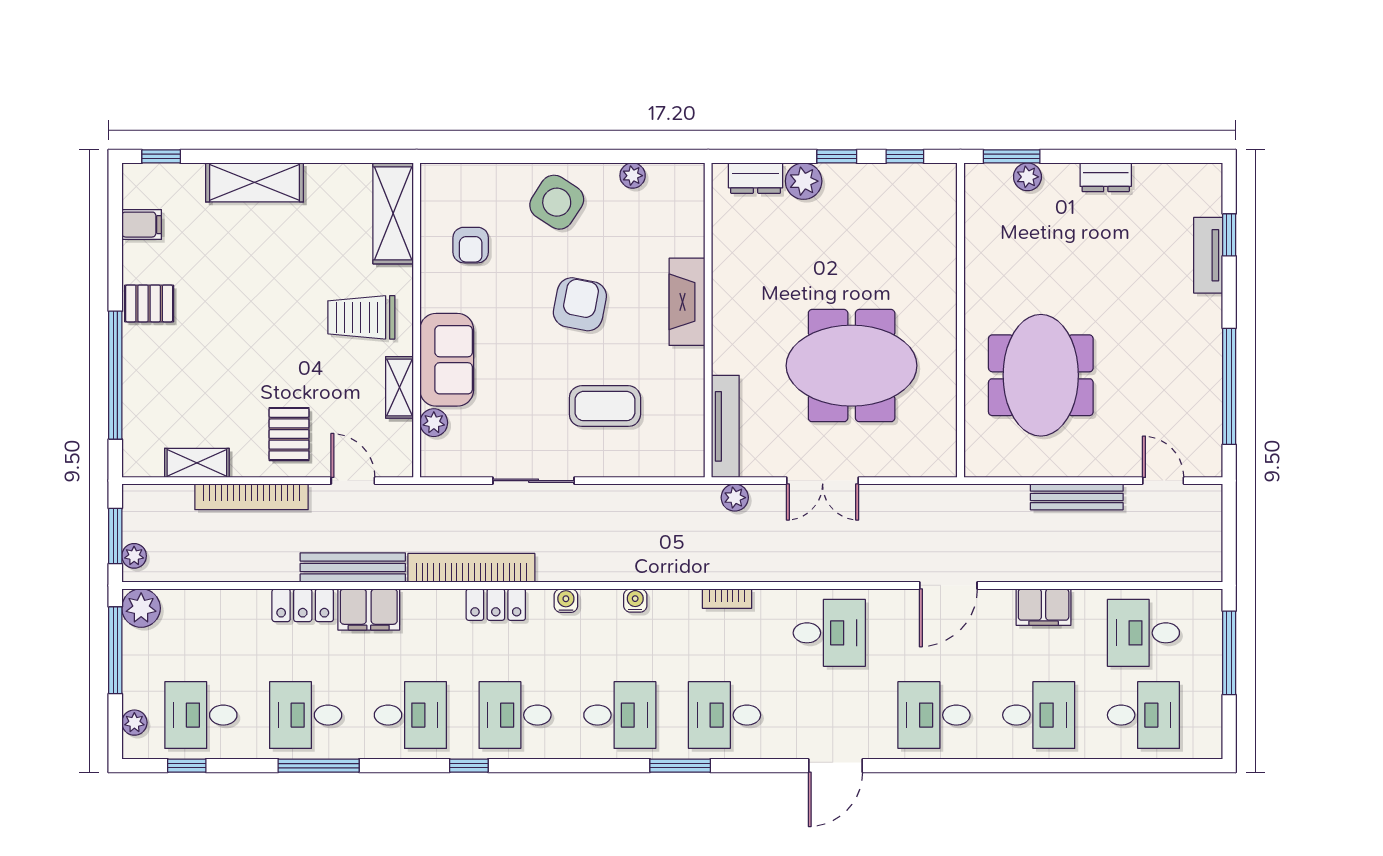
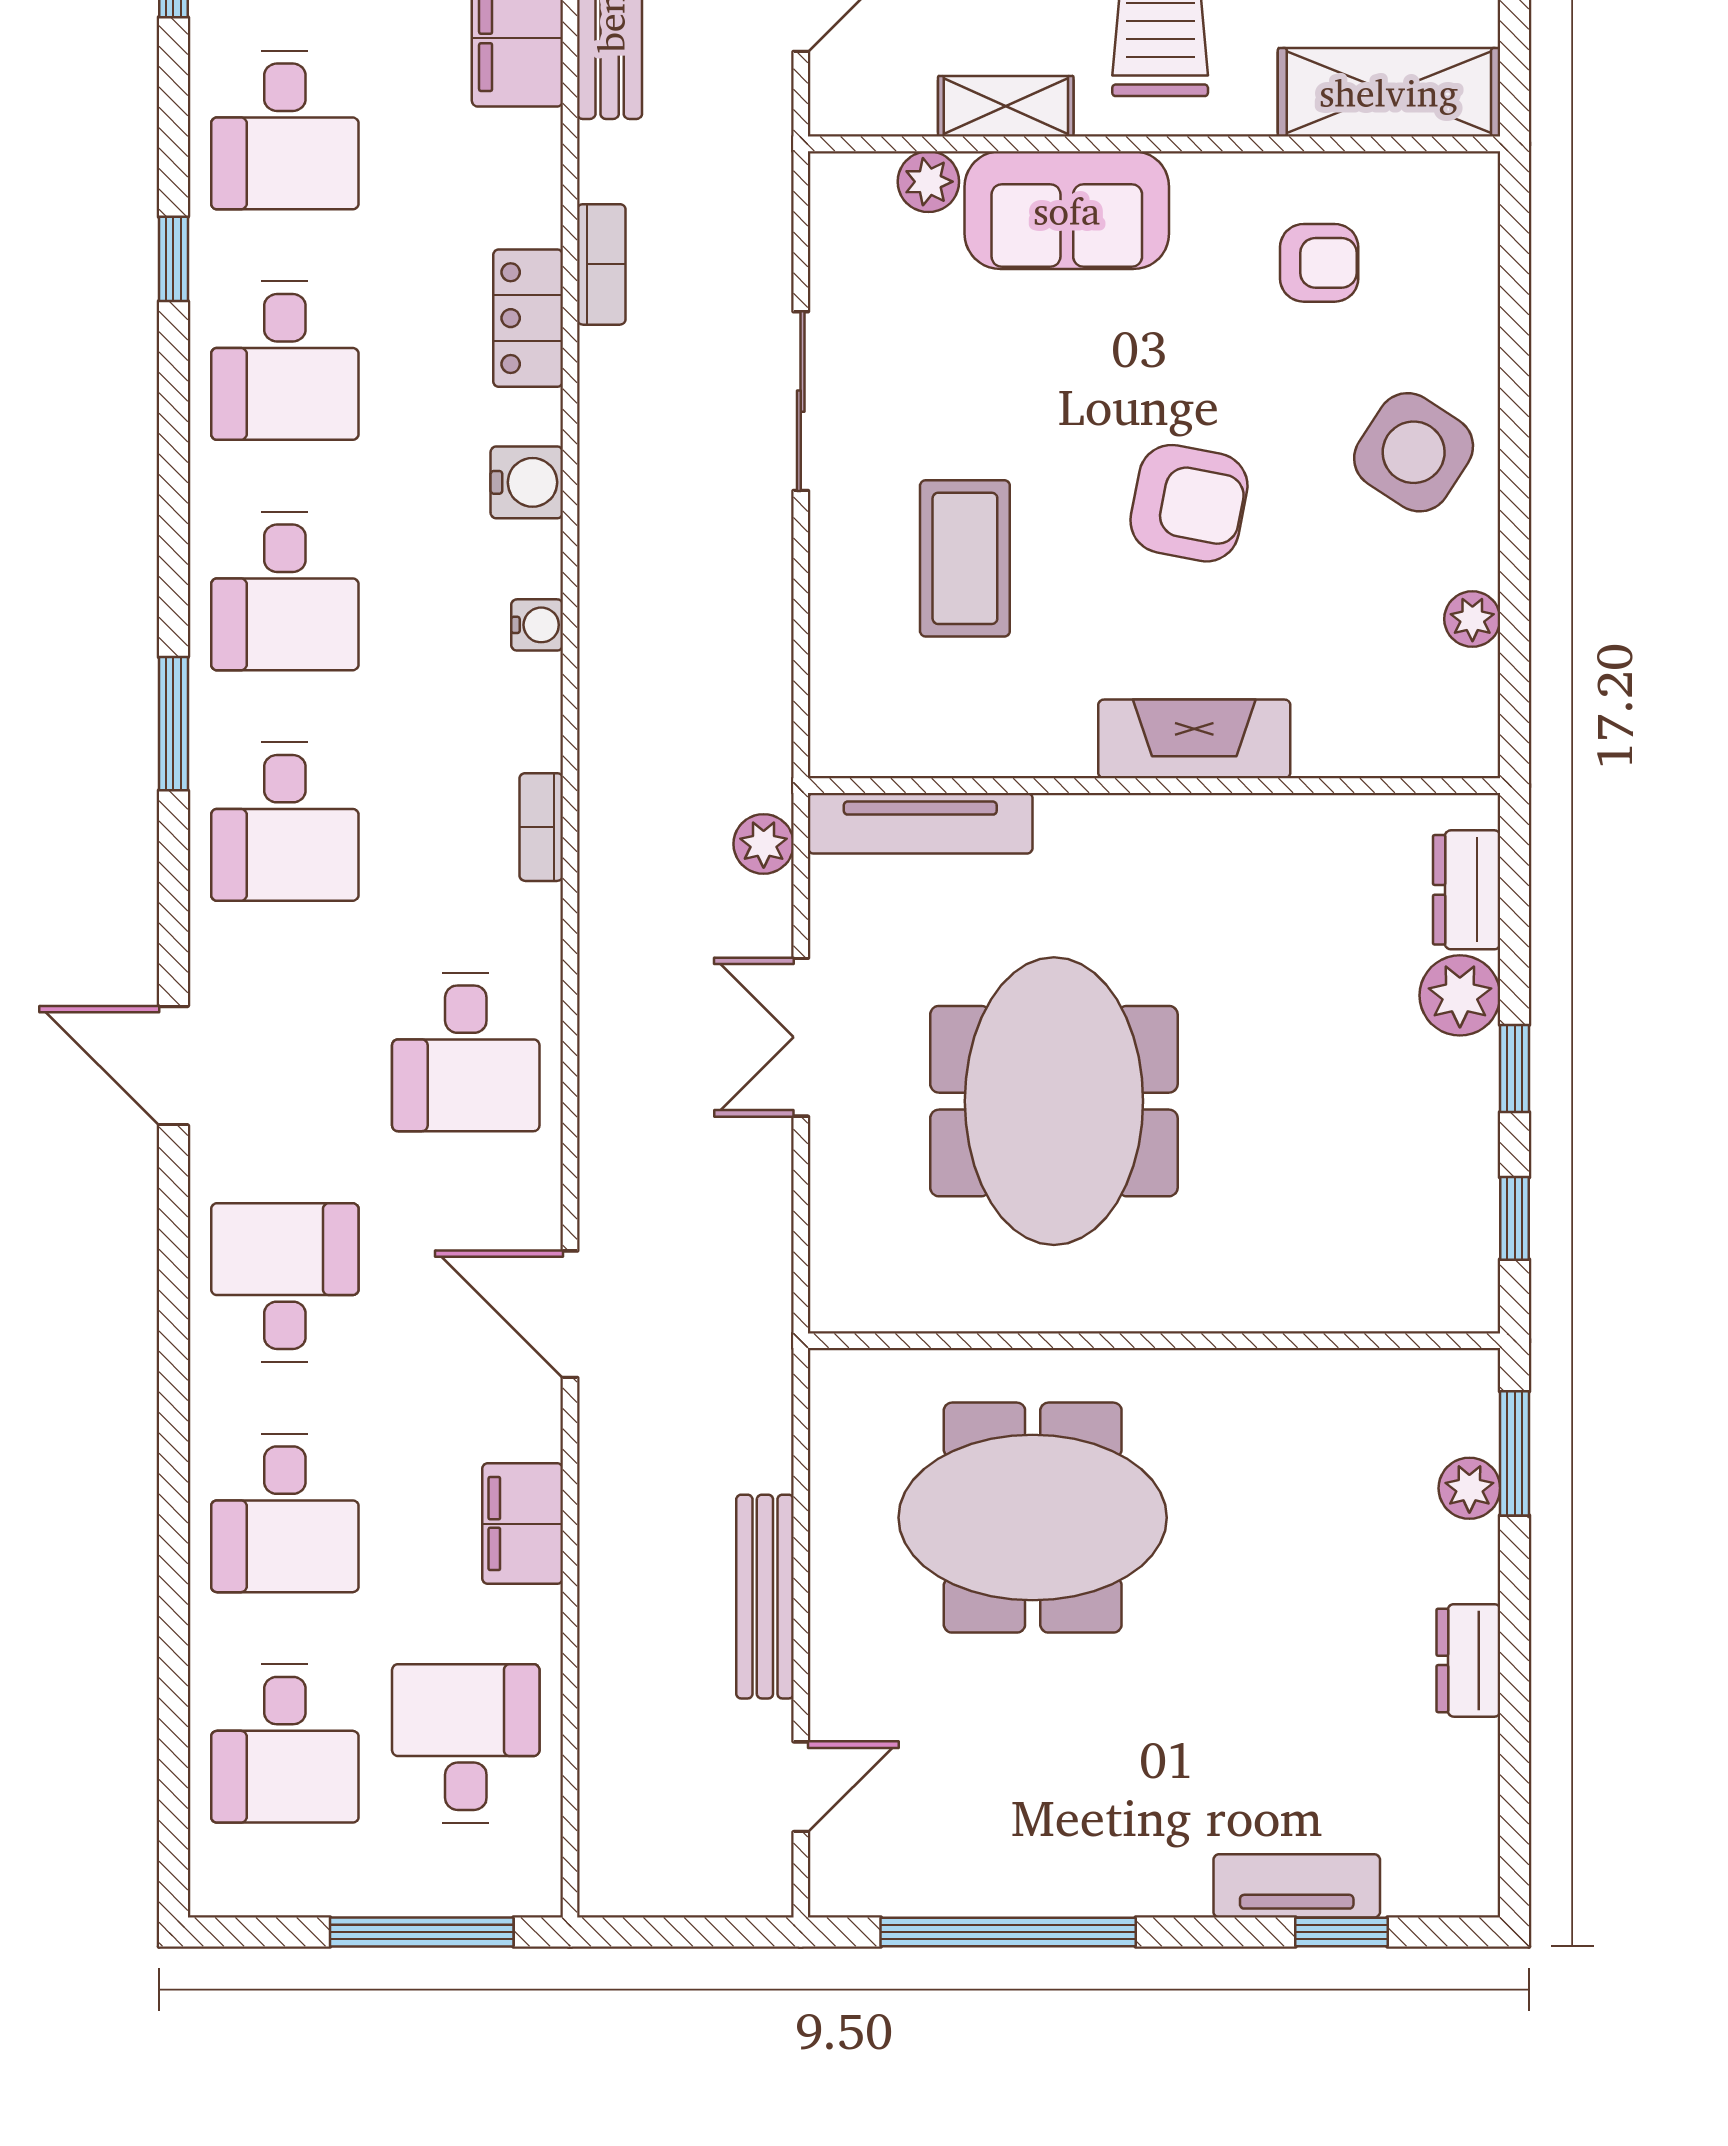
armchair: (471, 245) -> (1319, 263), turned 180
bookcase: (471, 568) -> (601, 264), width x0.43, depth x0.76
water cooler: (566, 601) -> (527, 482), width x1.38, depth x1.38
desk: (515, 715) -> (285, 361), turned 180
desk: (725, 715) -> (285, 822), turned 180

